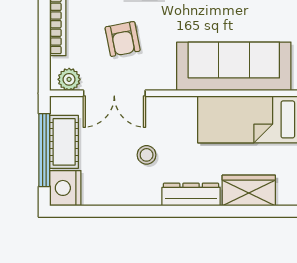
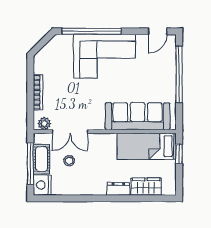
armchair: (123, 39) -> (75, 101), removed
stool: (147, 155) -> (69, 161), moved
dresser: (191, 195) -> (118, 189), width x0.70

